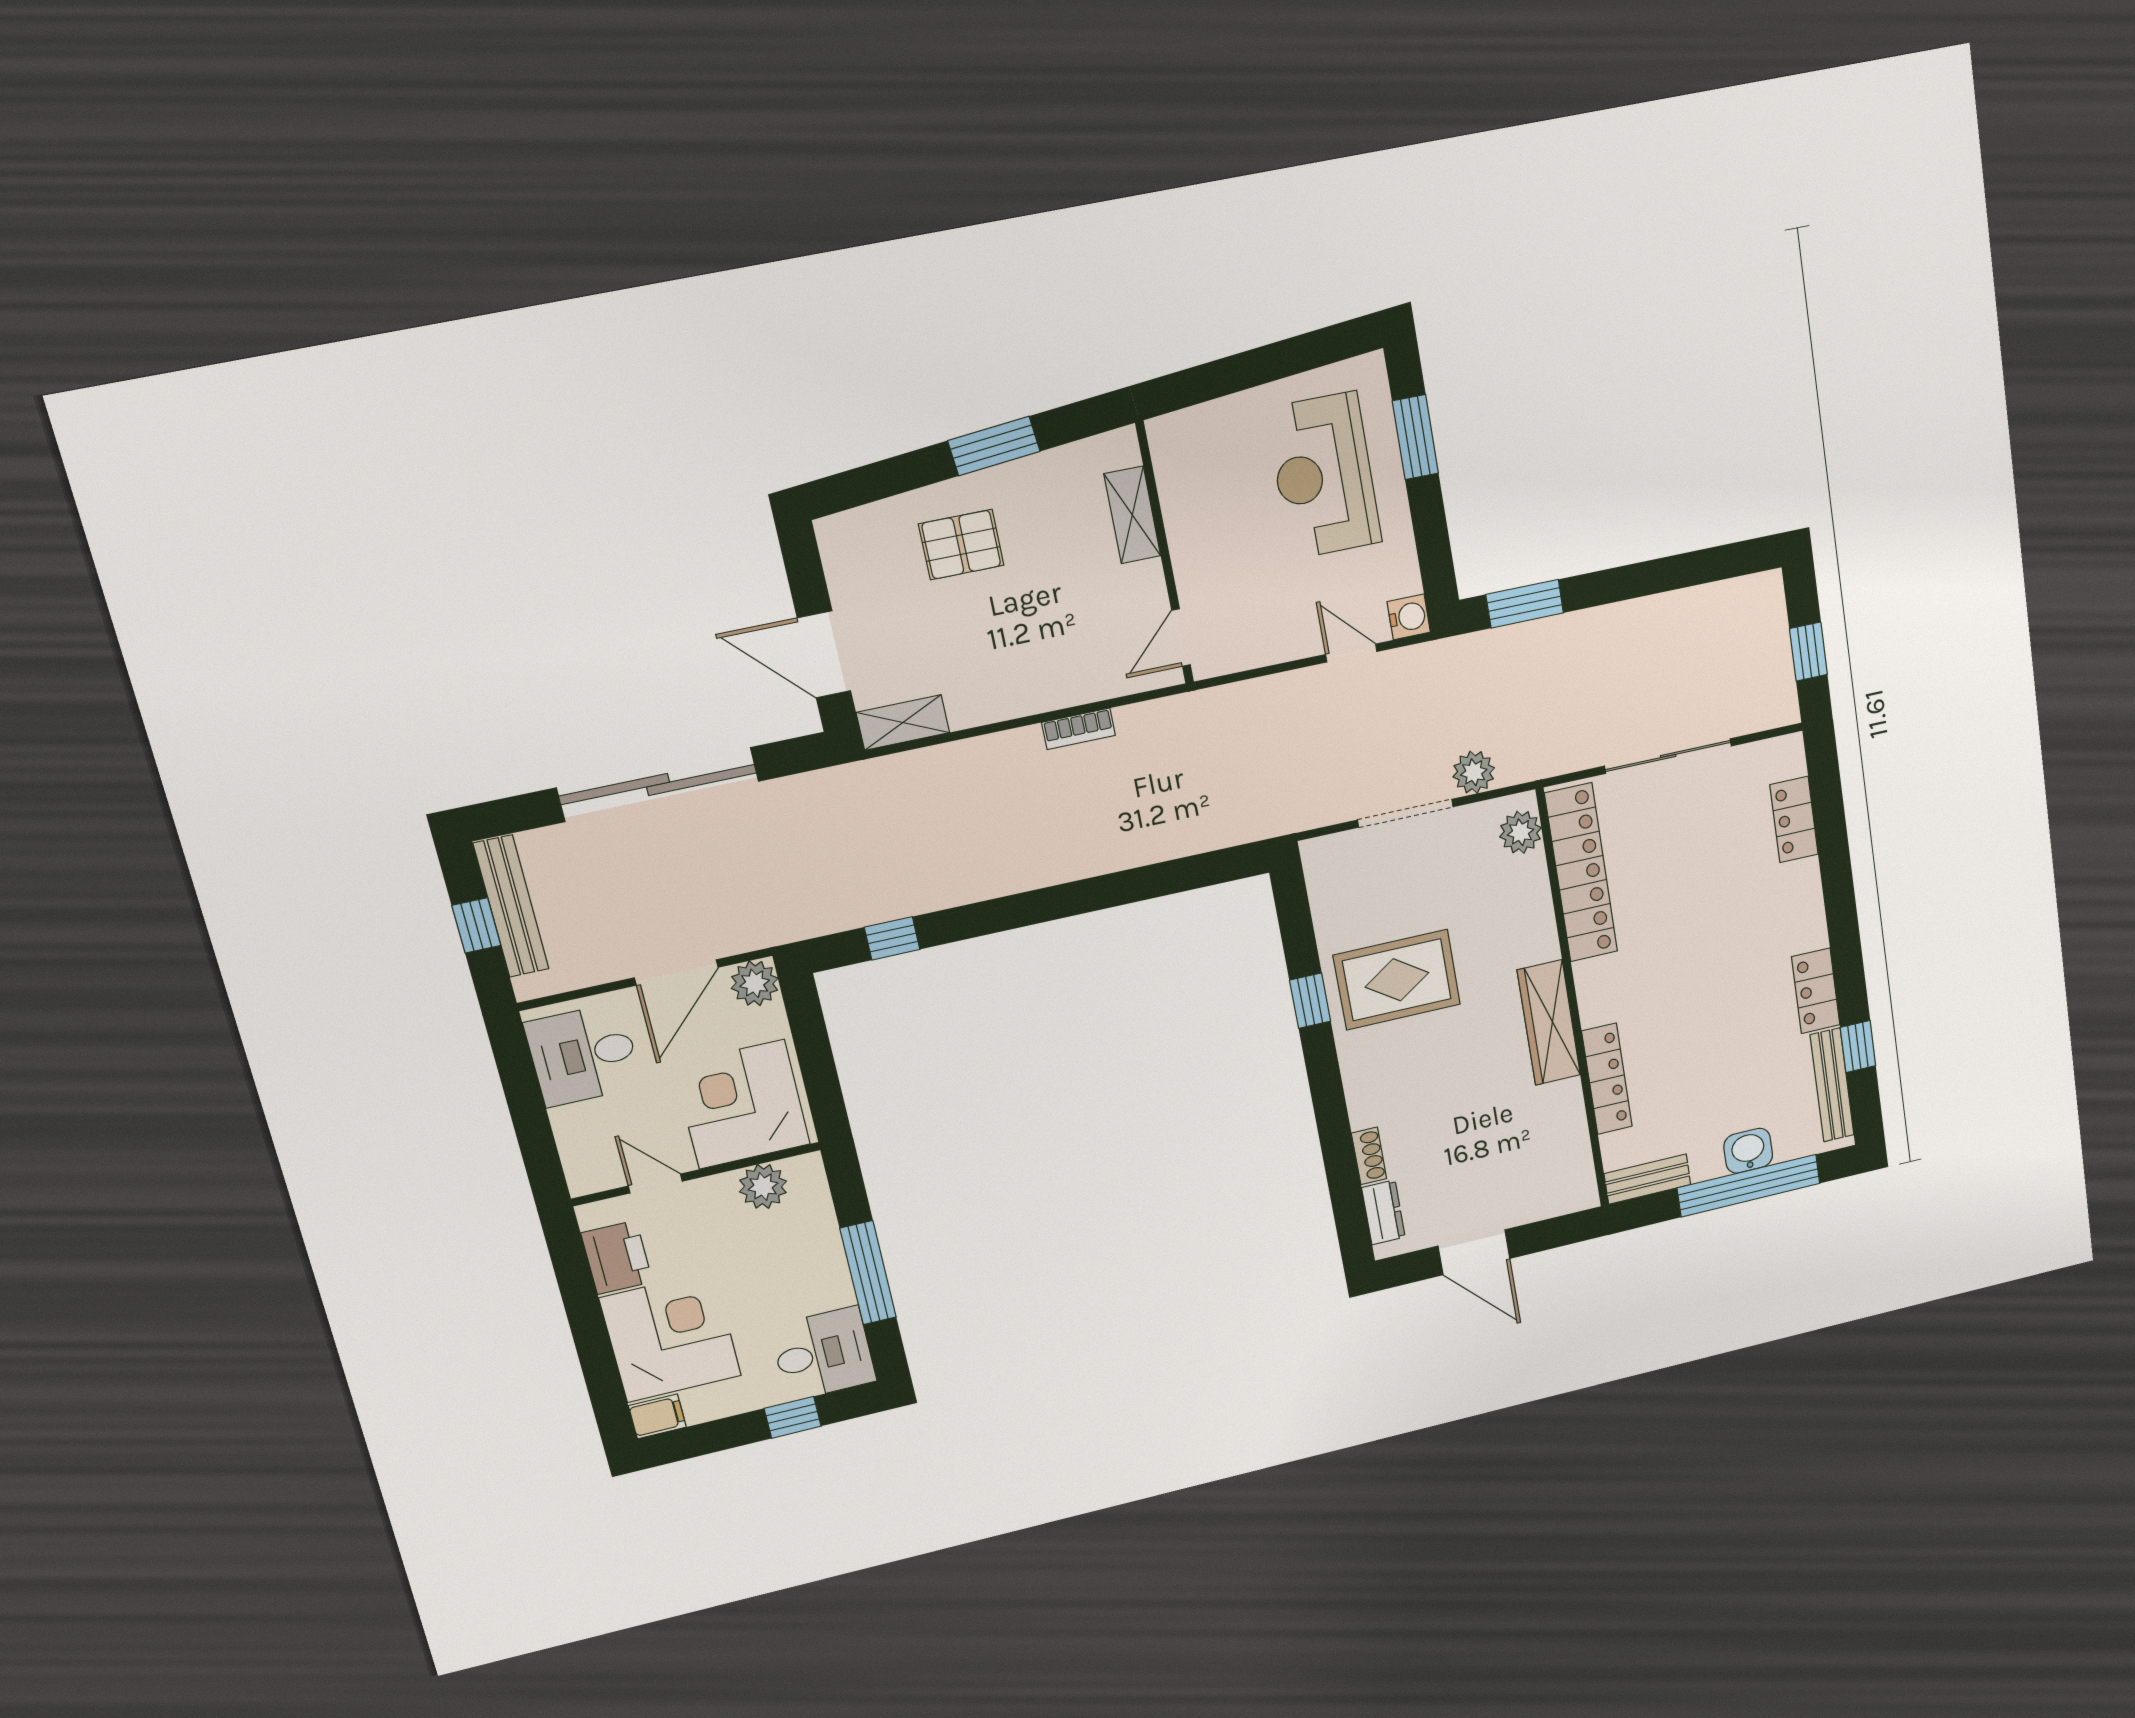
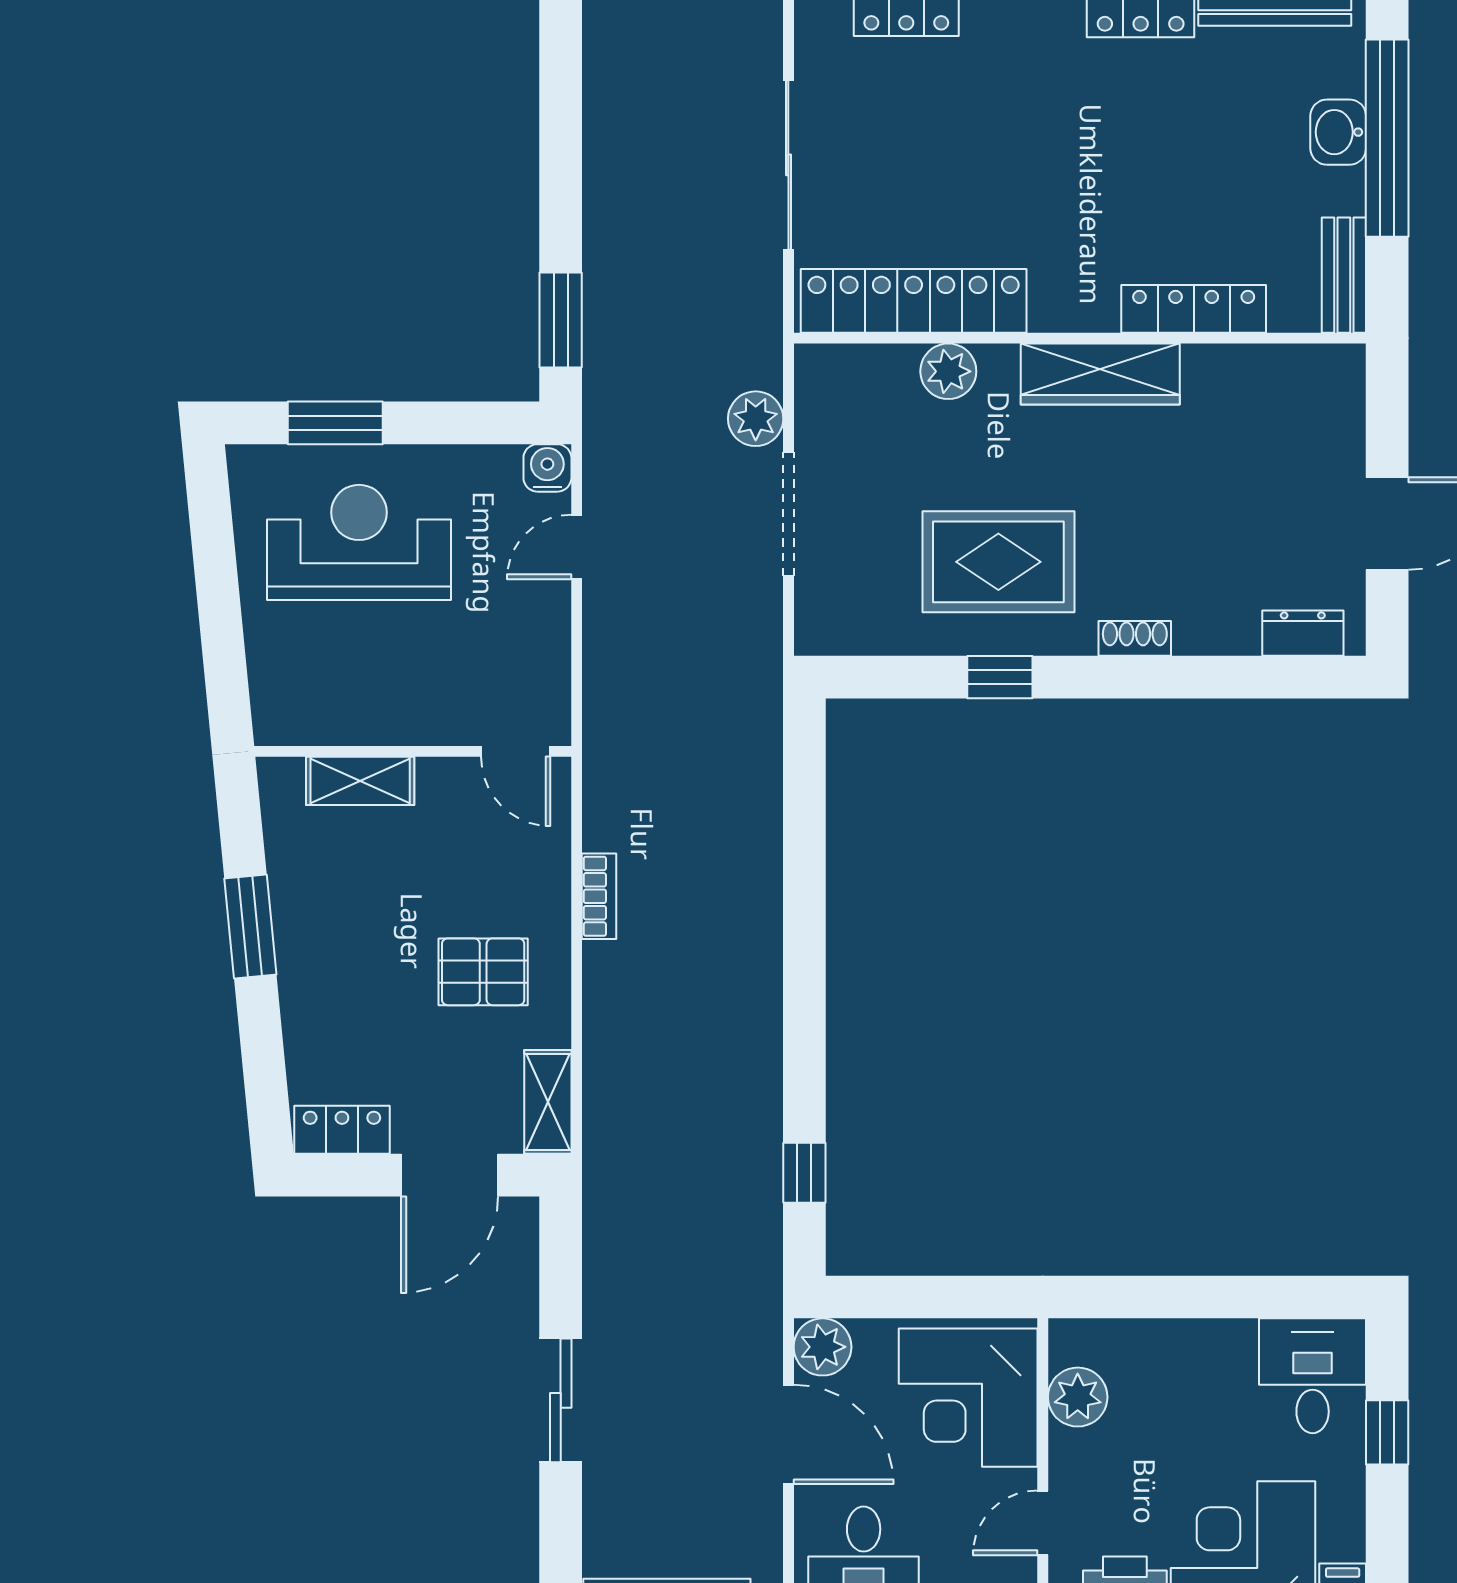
reception desk: (1324, 476) -> (359, 542), turned 180
pallet: (961, 545) -> (483, 972), moved, turned 90
locker: (841, 557) -> (342, 1130), added
sliding door: (658, 784) -> (561, 1400), width x0.54
plant: (1521, 832) -> (948, 371), moved
rug: (1397, 980) -> (998, 562), turned 90
shoe rack: (1369, 1156) -> (1135, 638), moved
window: (868, 1273) -> (1220, 1297), removed

